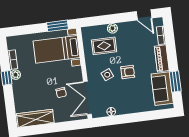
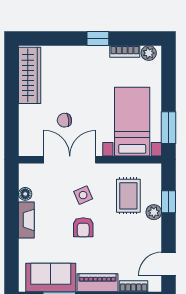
window: (105, 20) -> (169, 202), added
plant: (15, 75) -> (149, 53), moved
double door: (87, 98) -> (70, 160), moved
fireplace: (128, 109) -> (26, 220), added

